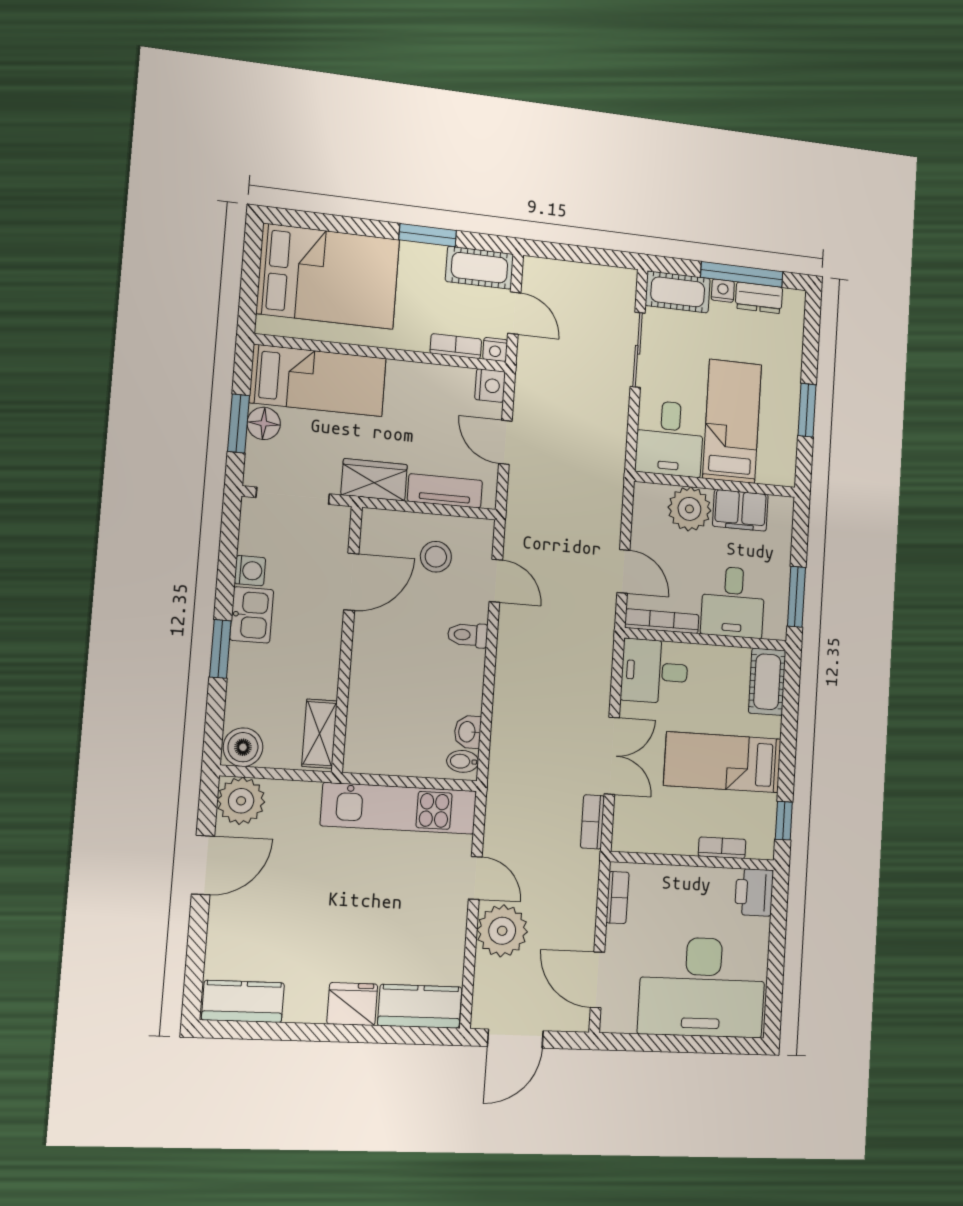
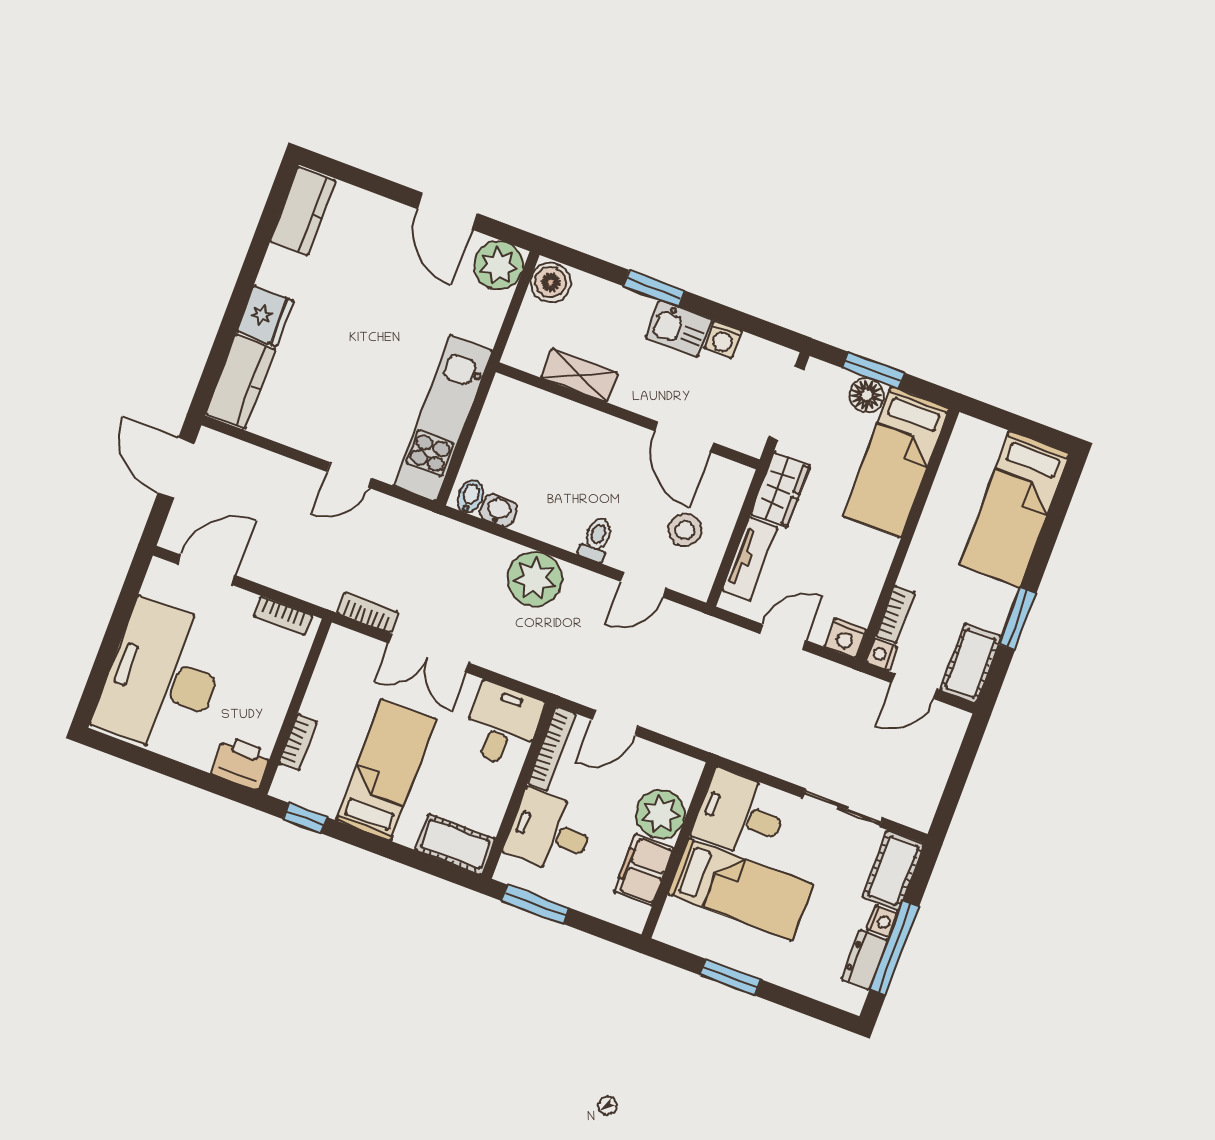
bed: (328, 276) -> (1015, 509), width x0.67
shelving: (320, 734) -> (579, 375), moved
plant: (502, 931) -> (535, 579), moved

